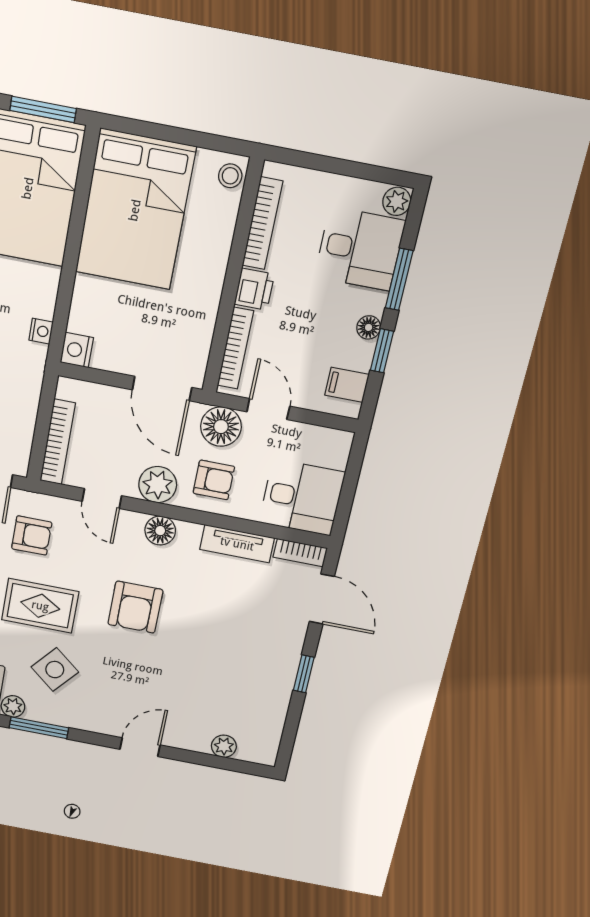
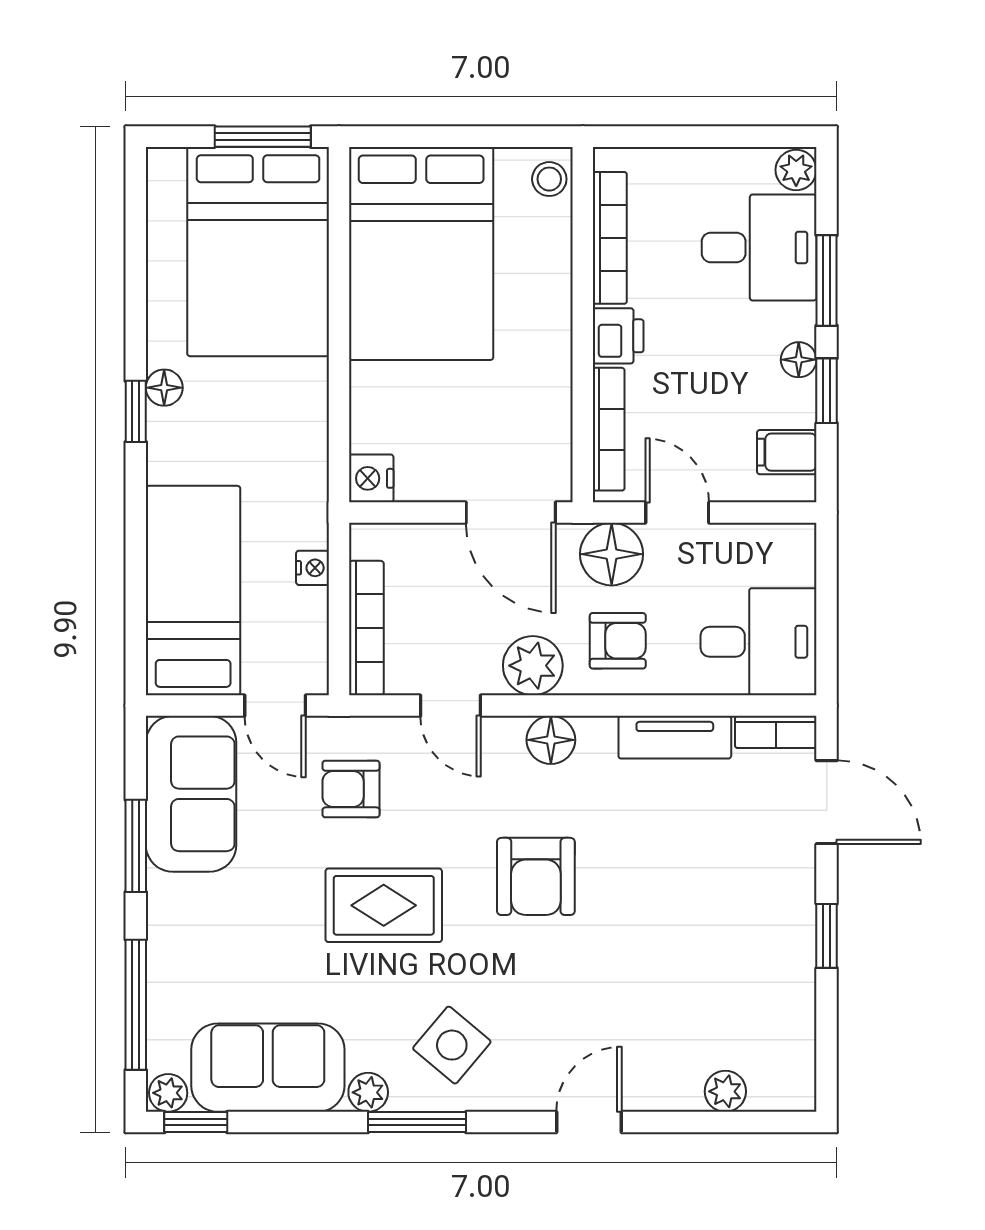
nightstand: (41, 331) -> (312, 568), moved
armchair: (32, 536) -> (351, 789), turned 180
side table: (55, 670) -> (452, 1045), moved

